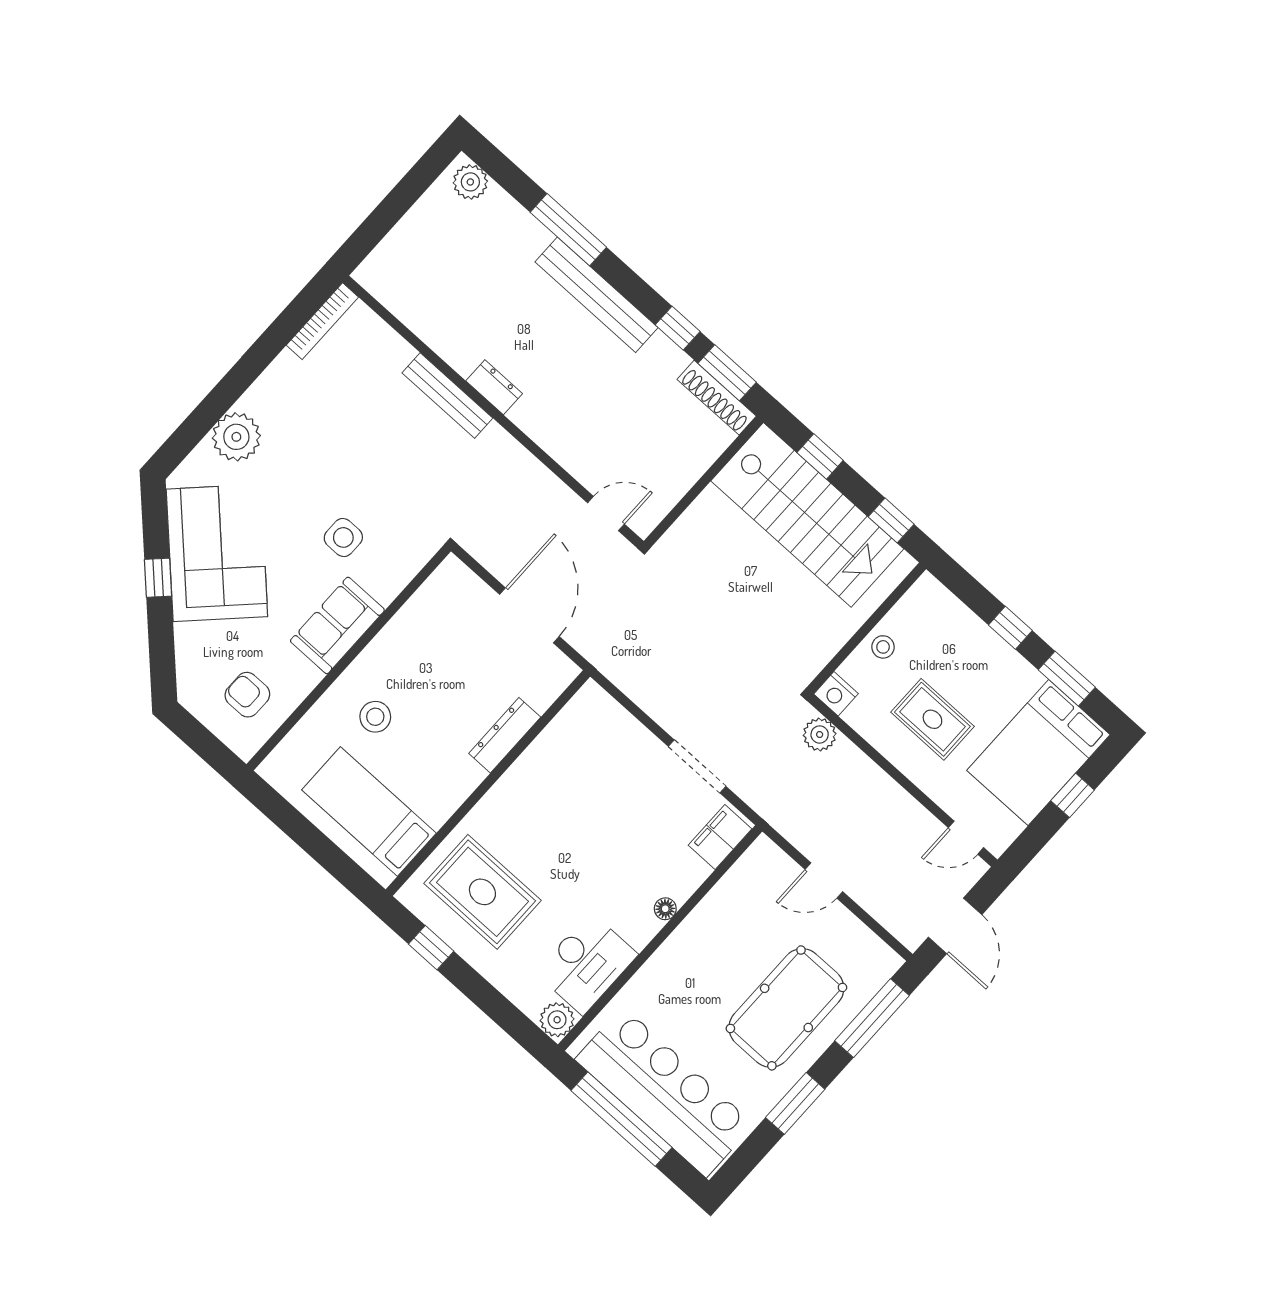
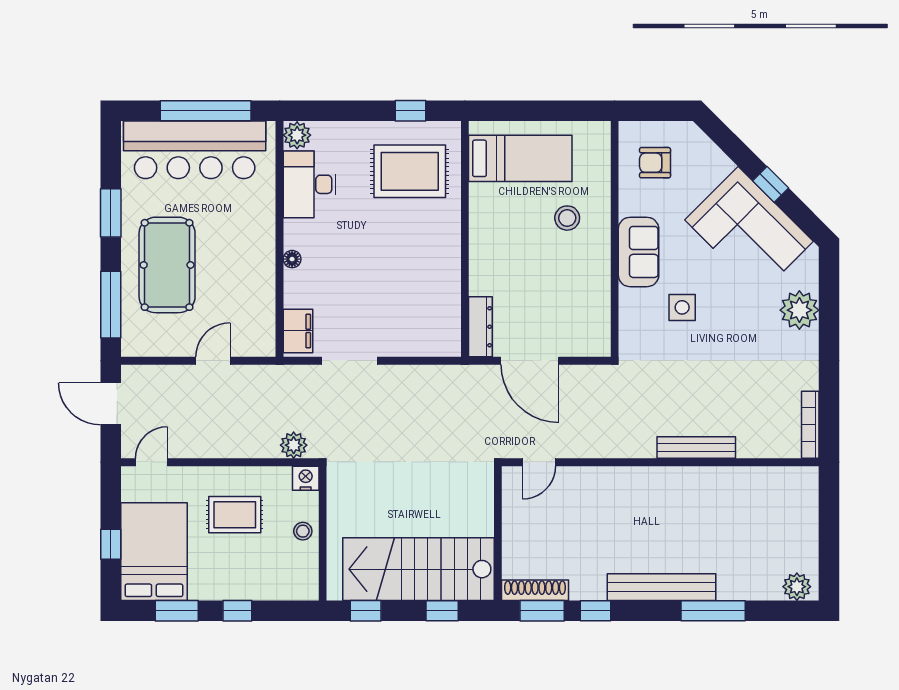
dresser: (494, 387) -> (673, 477), removed
armchair: (247, 695) -> (655, 163), turned 180
dresser: (505, 735) -> (480, 327), moved

